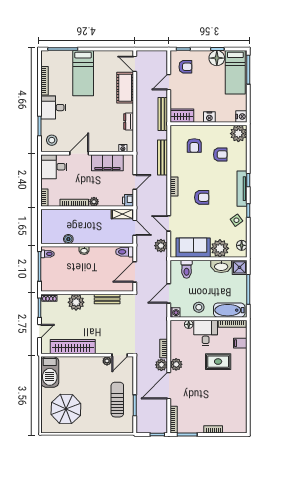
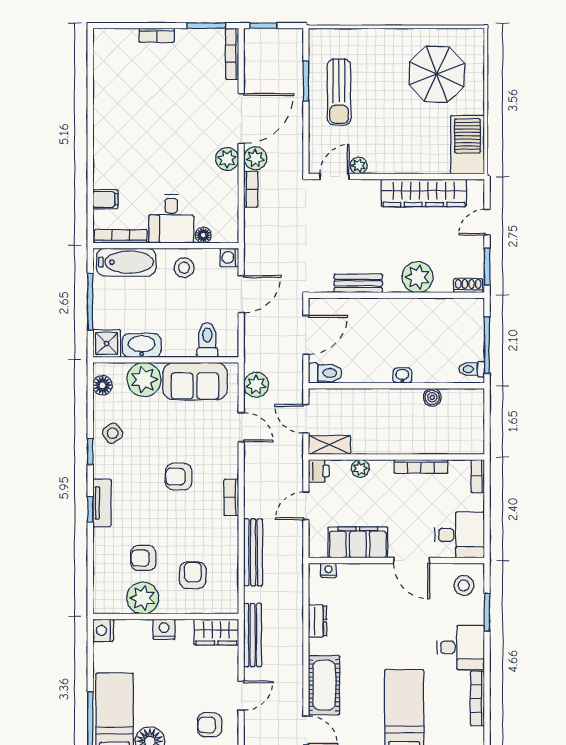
plant: (238, 134) -> (143, 598), moved
door: (79, 153) -> (412, 560), hinge flipped
tv unit: (242, 189) -> (102, 503), width x0.71
plant: (94, 202) -> (360, 468), moved
rug: (218, 362) -> (147, 164), removed

